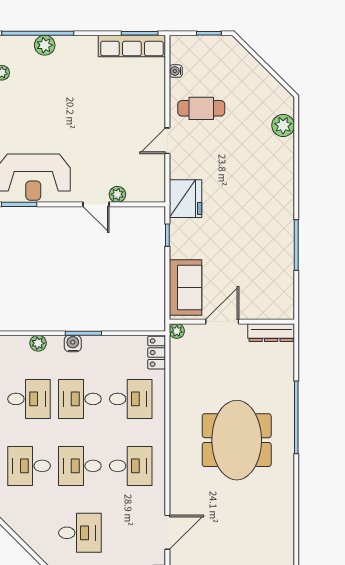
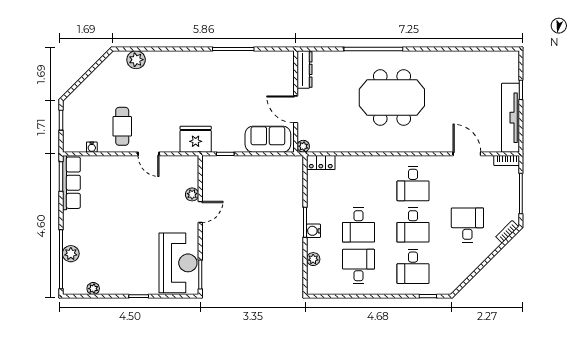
desk: (131, 399) -> (359, 184), removed
desk: (131, 466) -> (413, 184), turned 180

